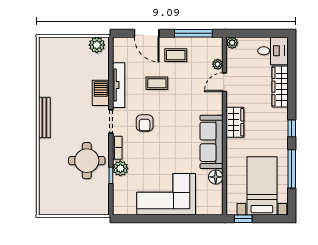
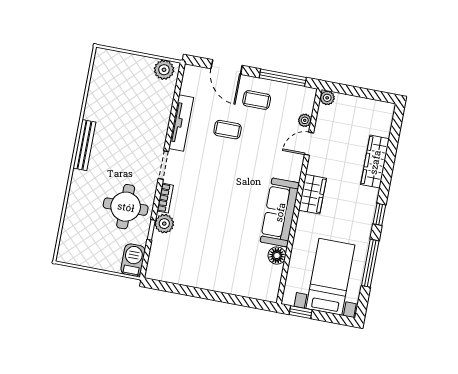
desk: (273, 51) -> (375, 117), removed
barbecue: (101, 93) -> (133, 260), moved
armchair: (145, 123) -> (204, 175), removed
corner sofa: (166, 194) -> (213, 265), removed

